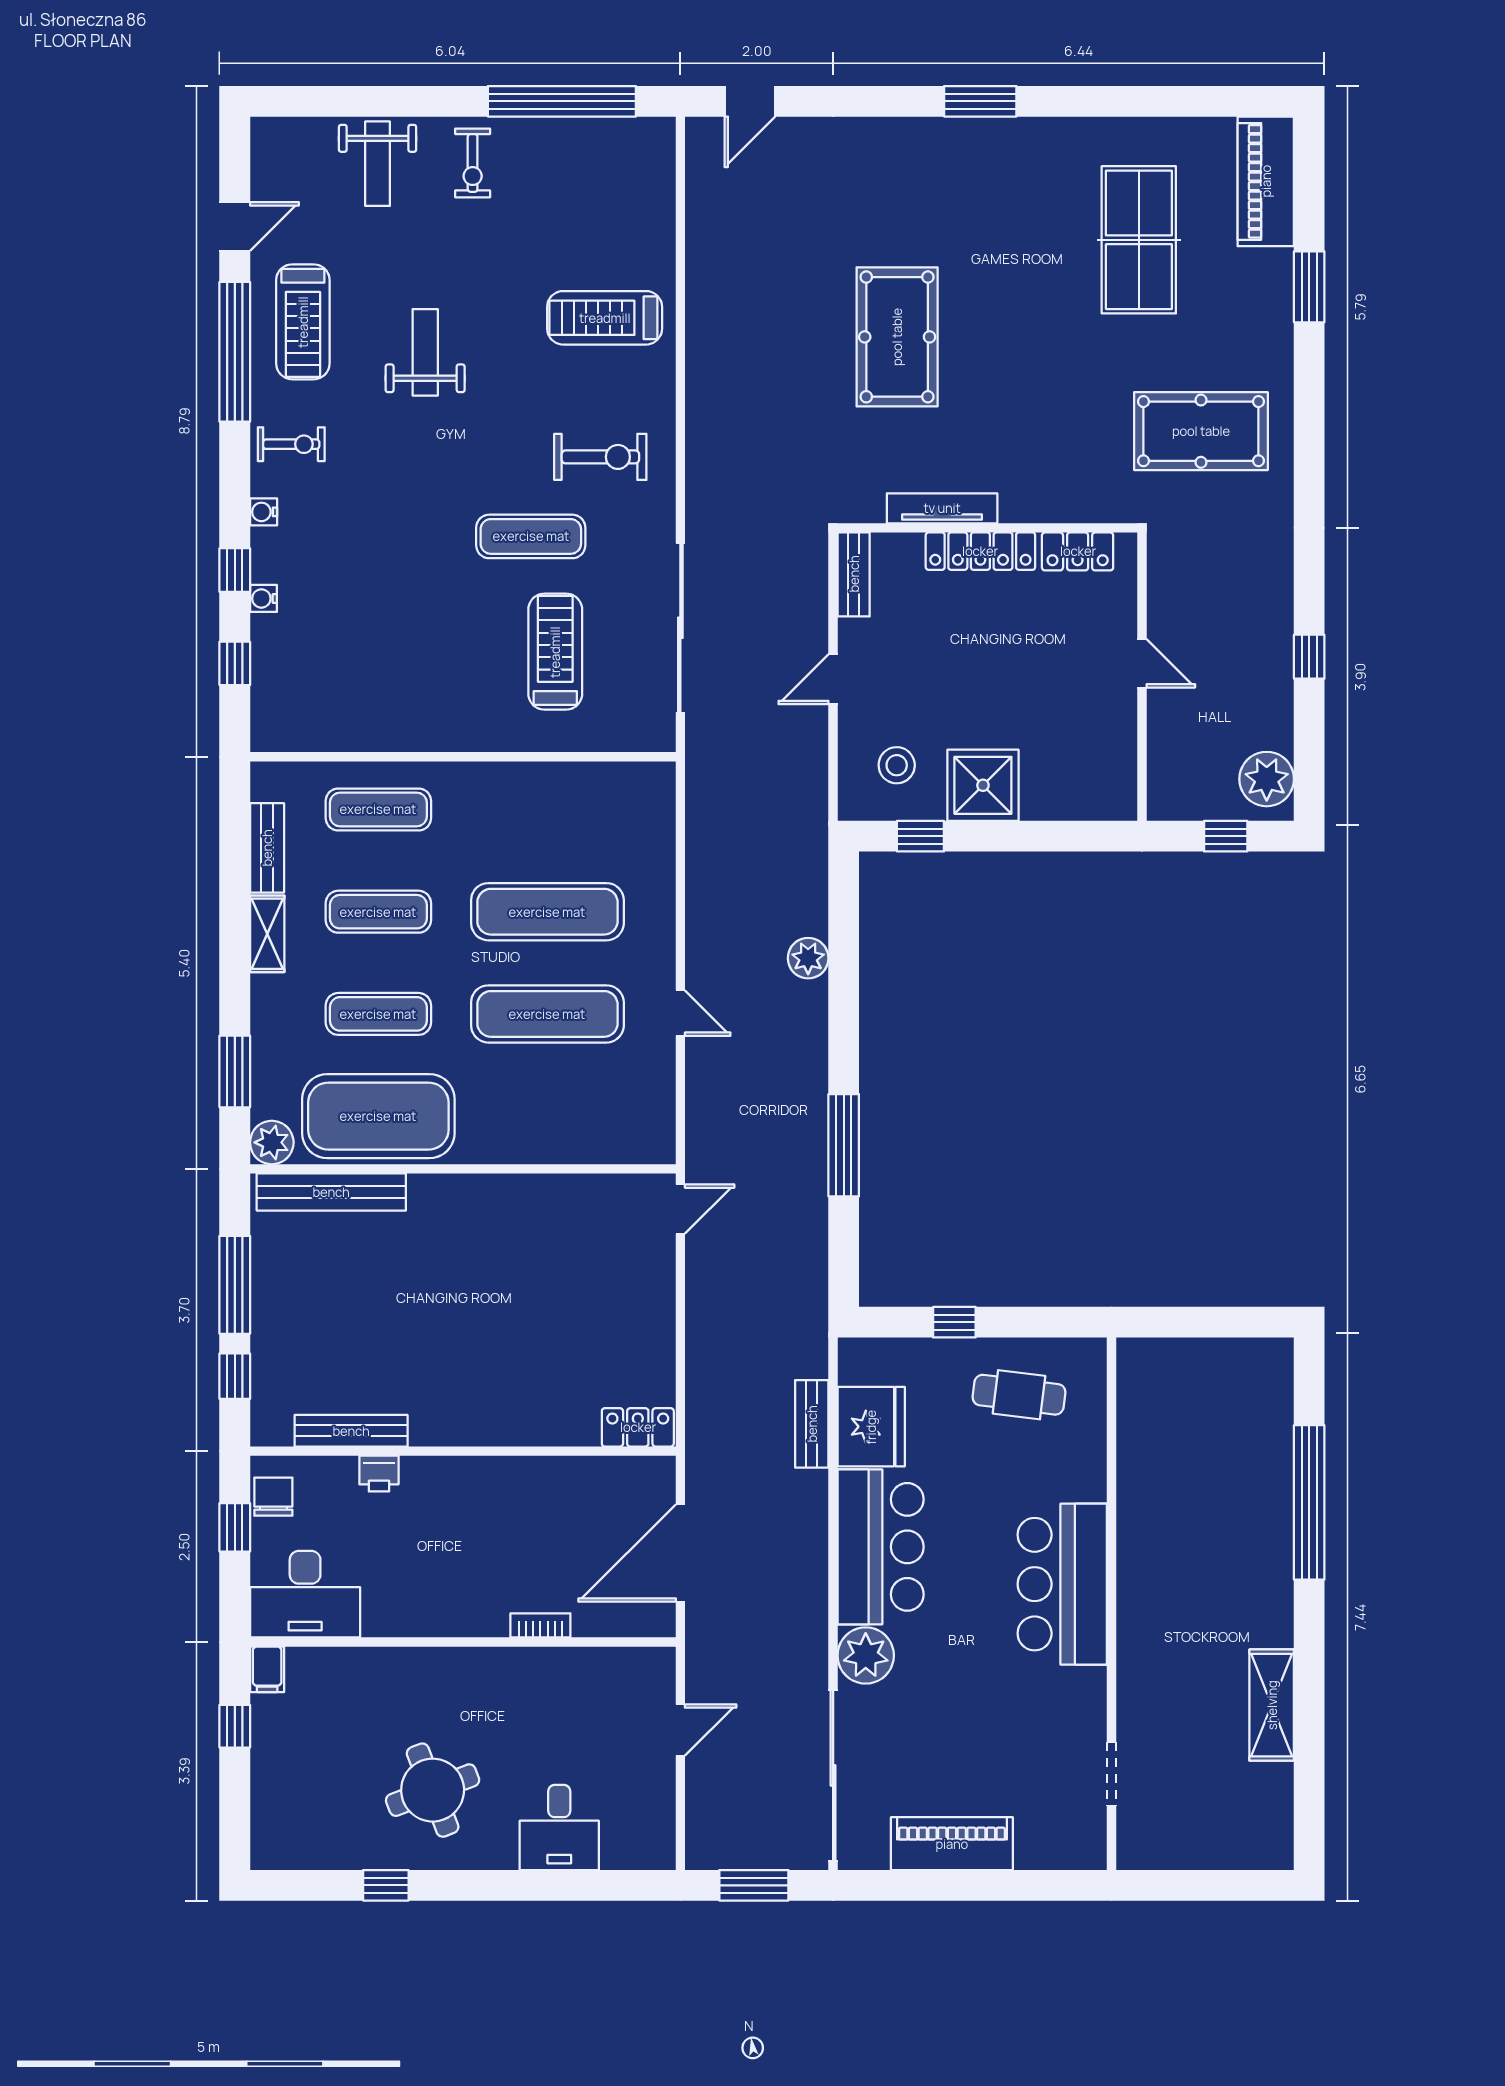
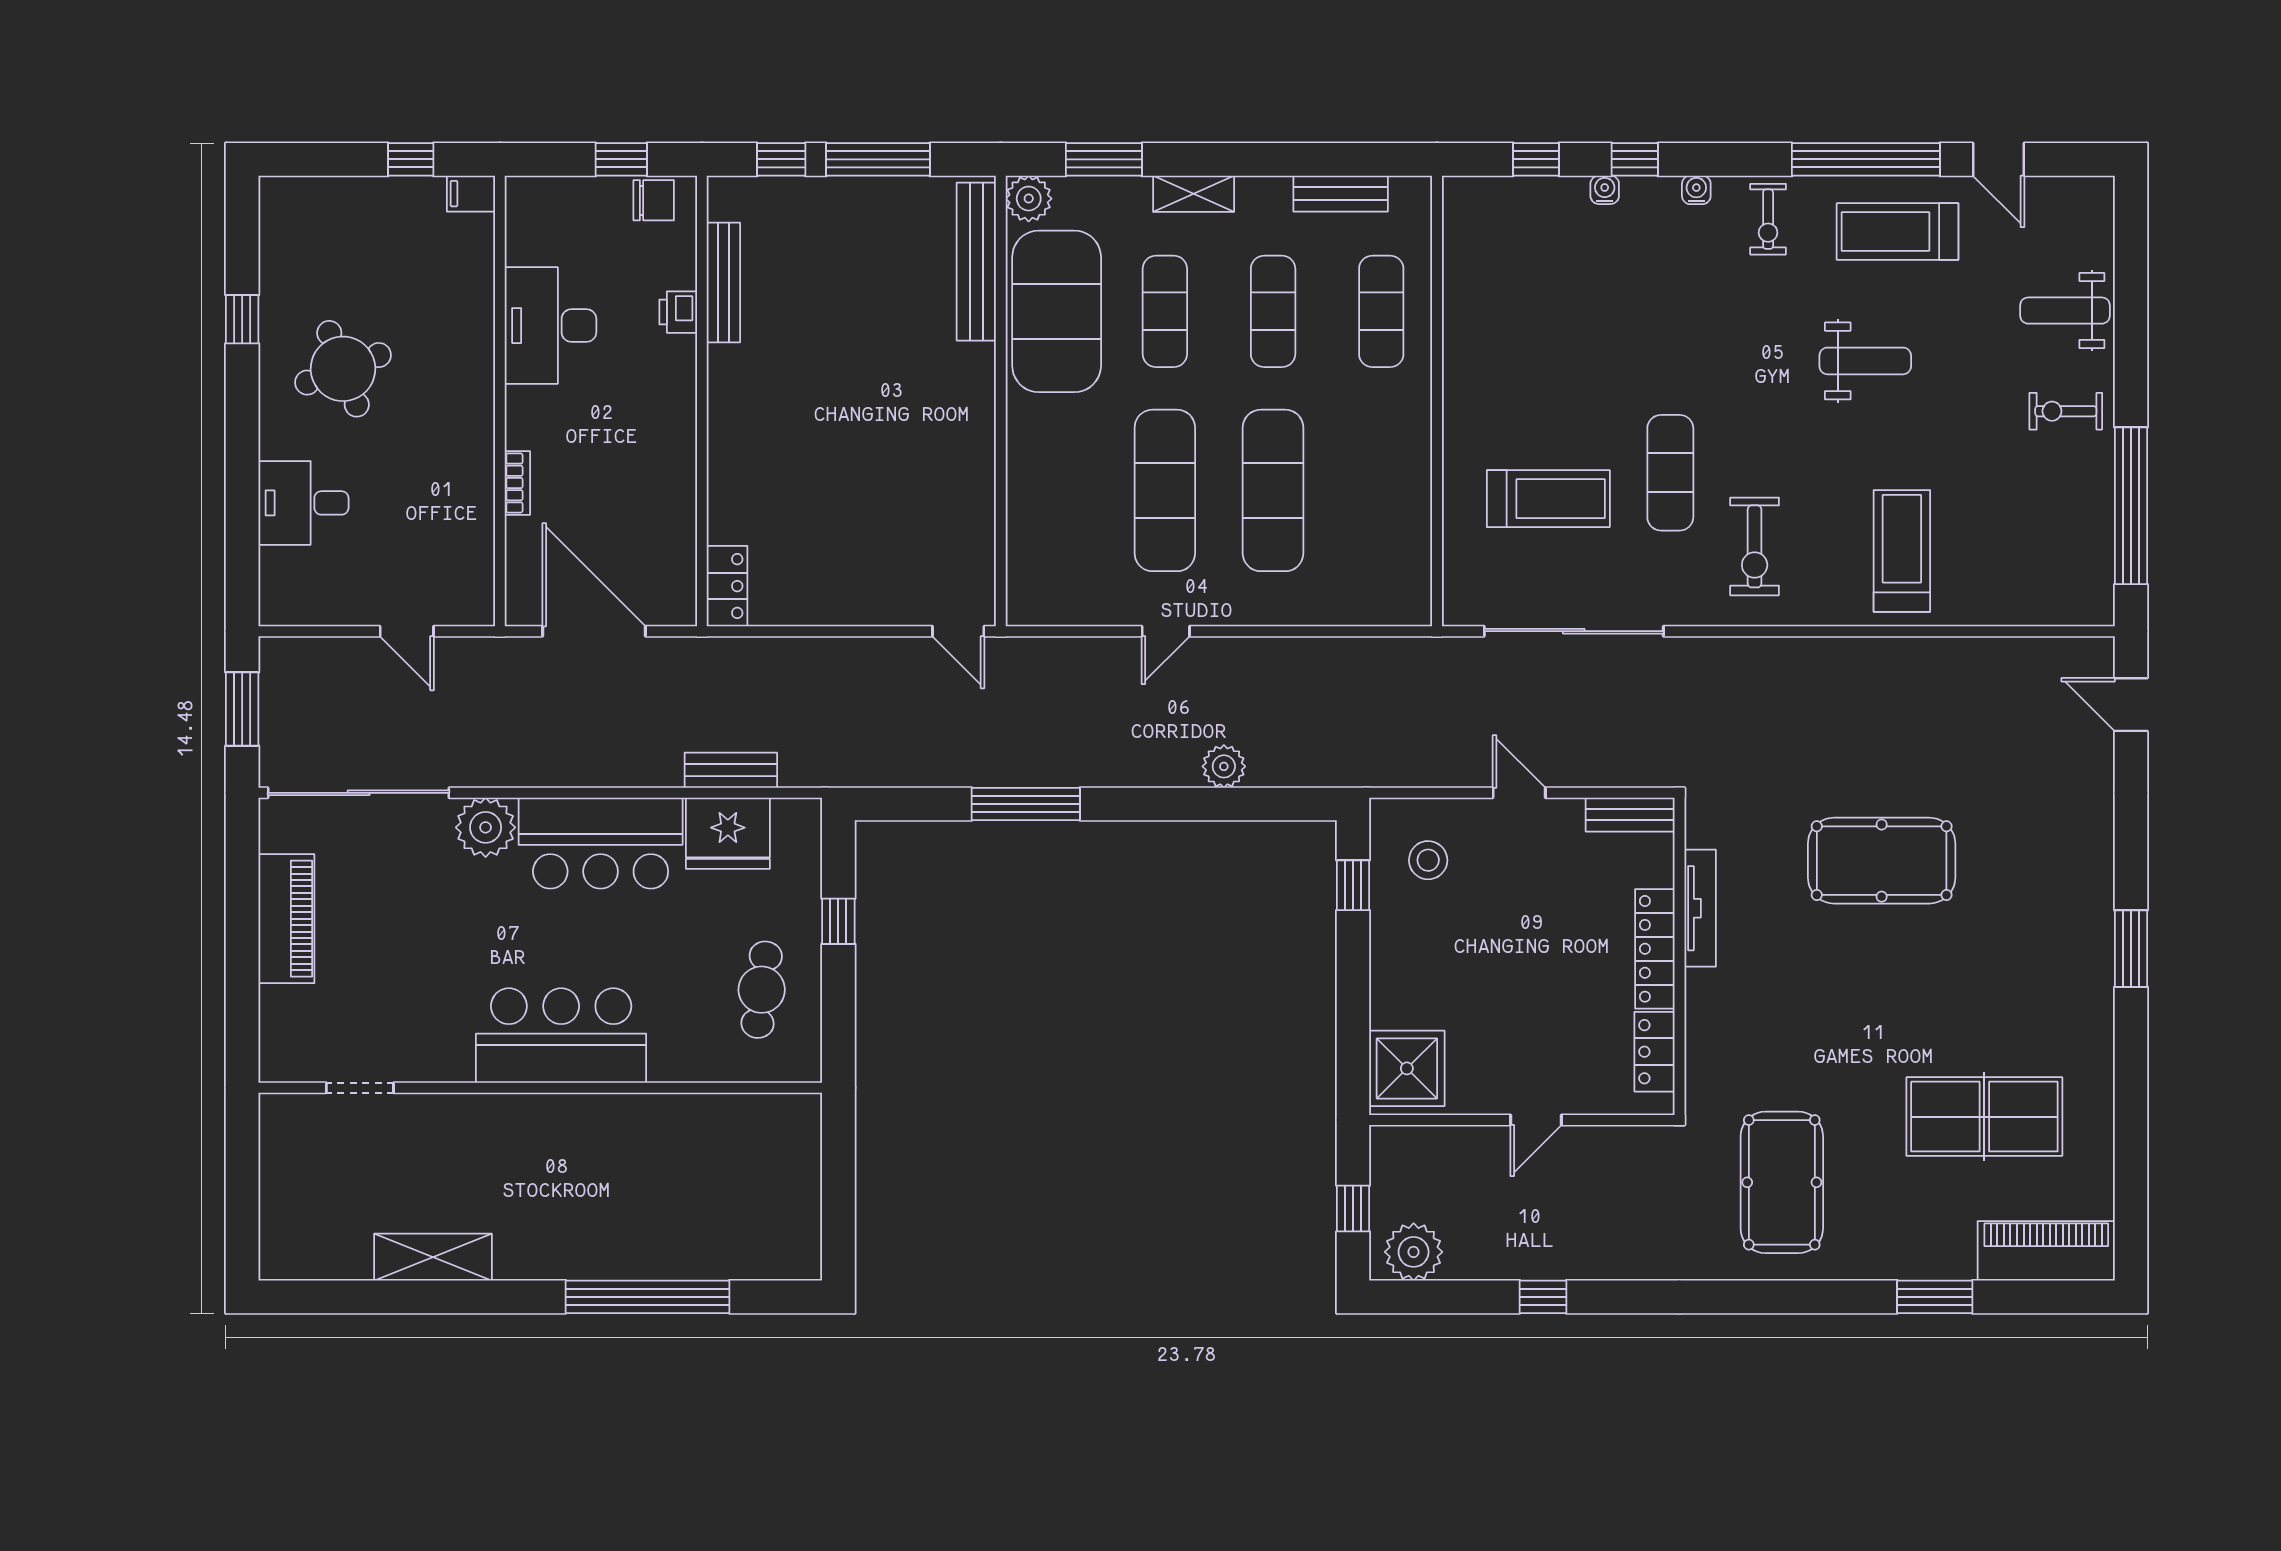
shower: (983, 785) -> (1407, 1068), moved
shelving: (267, 934) -> (1194, 194), moved
desk: (305, 1594) -> (551, 326), moved

